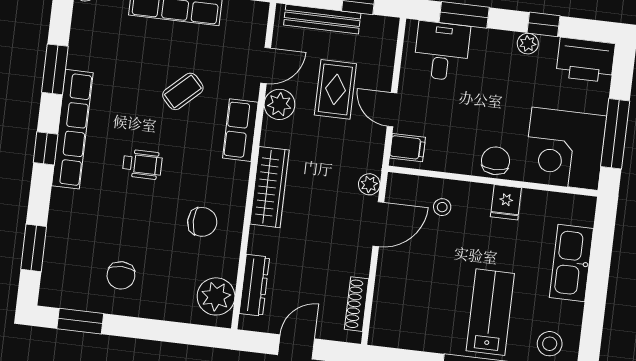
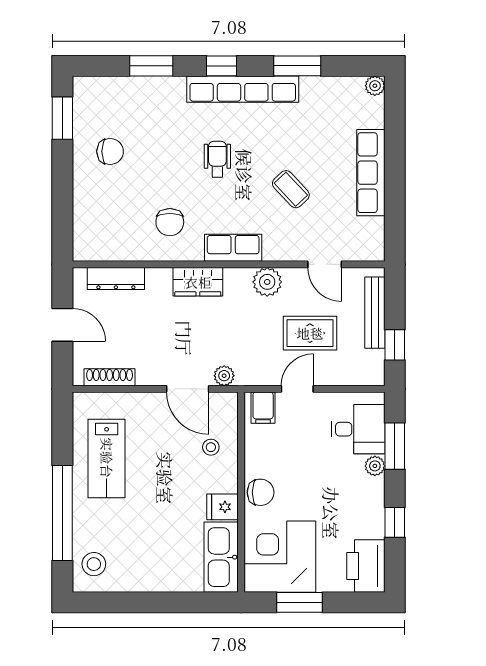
plant: (528, 44) -> (375, 466), moved
plant: (279, 104) -> (267, 282), moved
row of seats: (240, 130) -> (233, 248), moved
window: (615, 134) -> (300, 602), width x0.69
wheelchair: (142, 164) -> (217, 159), turned 180
wardrobe: (270, 187) -> (198, 282), width x0.67
window: (34, 248) -> (151, 66), moved
kitchen sink: (571, 263) -> (221, 557), moved, turned -90
chair: (121, 275) -> (110, 151), turned 180
plant: (216, 296) -> (101, 244), removed
lab bench: (490, 312) -> (107, 458), moved, turned 90

